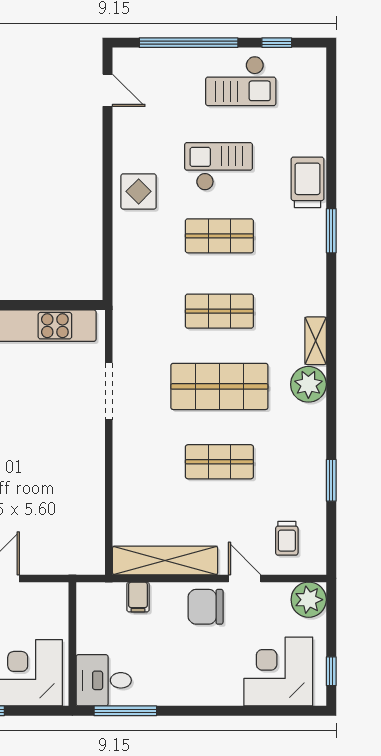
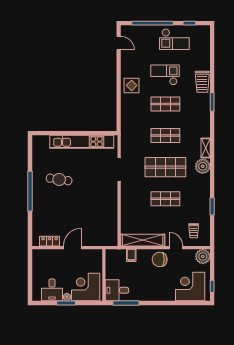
trolley: (308, 182) -> (202, 82), turned 180

